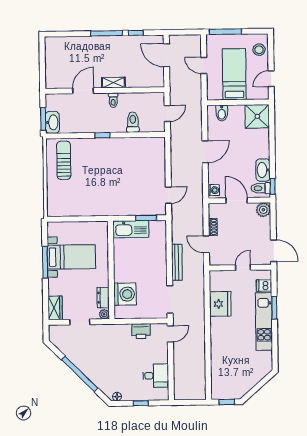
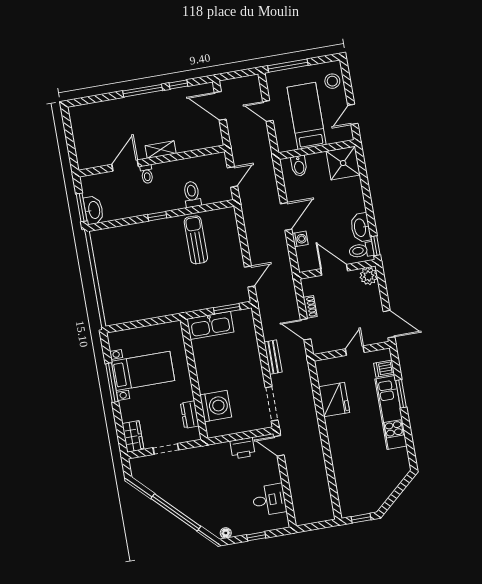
toilet: (113, 100) -> (147, 174), moved
sun lounger: (64, 160) -> (196, 240), moved
washing machine: (214, 190) -> (300, 239), moved
bench: (177, 262) -> (273, 357), width x0.73
plant: (104, 314) -> (194, 435), removed
door: (170, 334) -> (279, 446), swing flipped

